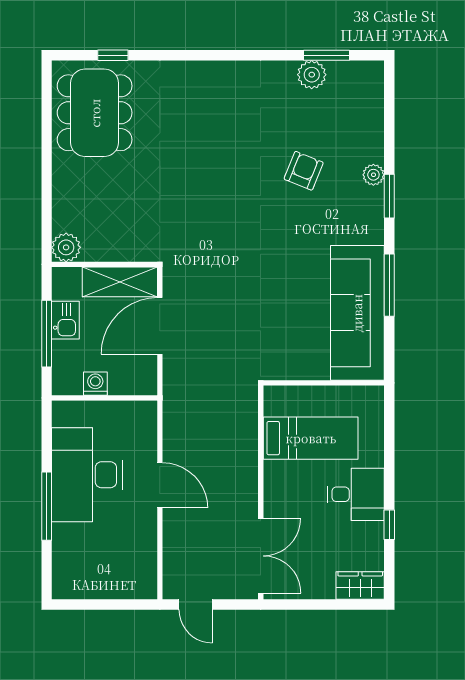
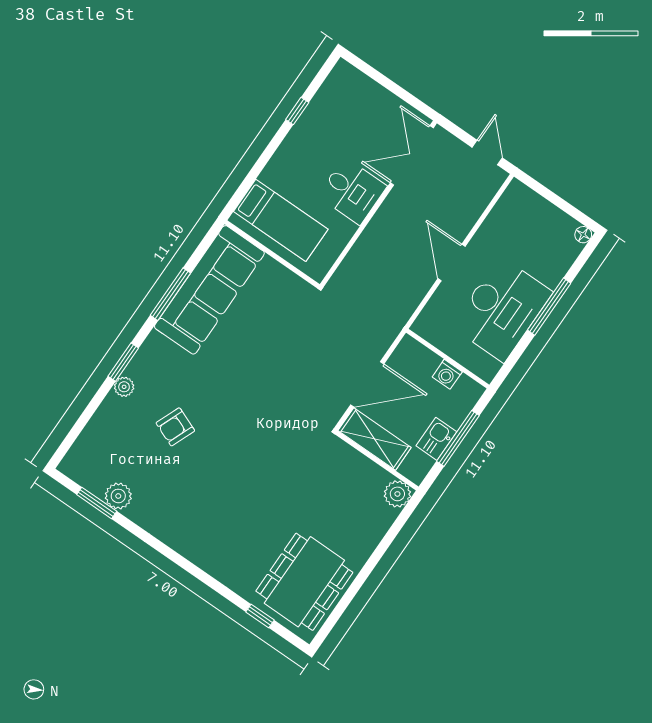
bed: (311, 438) -> (281, 220), moved, turned 180
desk: (356, 494) -> (352, 191), moved, turned 180
wardrobe: (360, 585) -> (352, 80), removed
floor lamp: (61, 591) -> (583, 235), added

